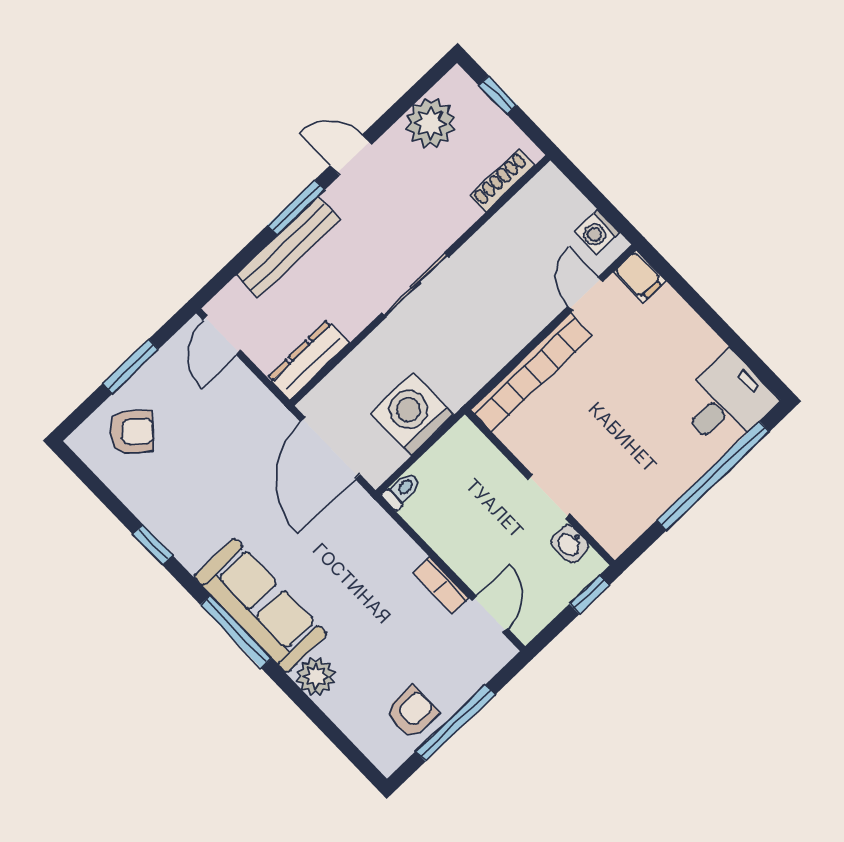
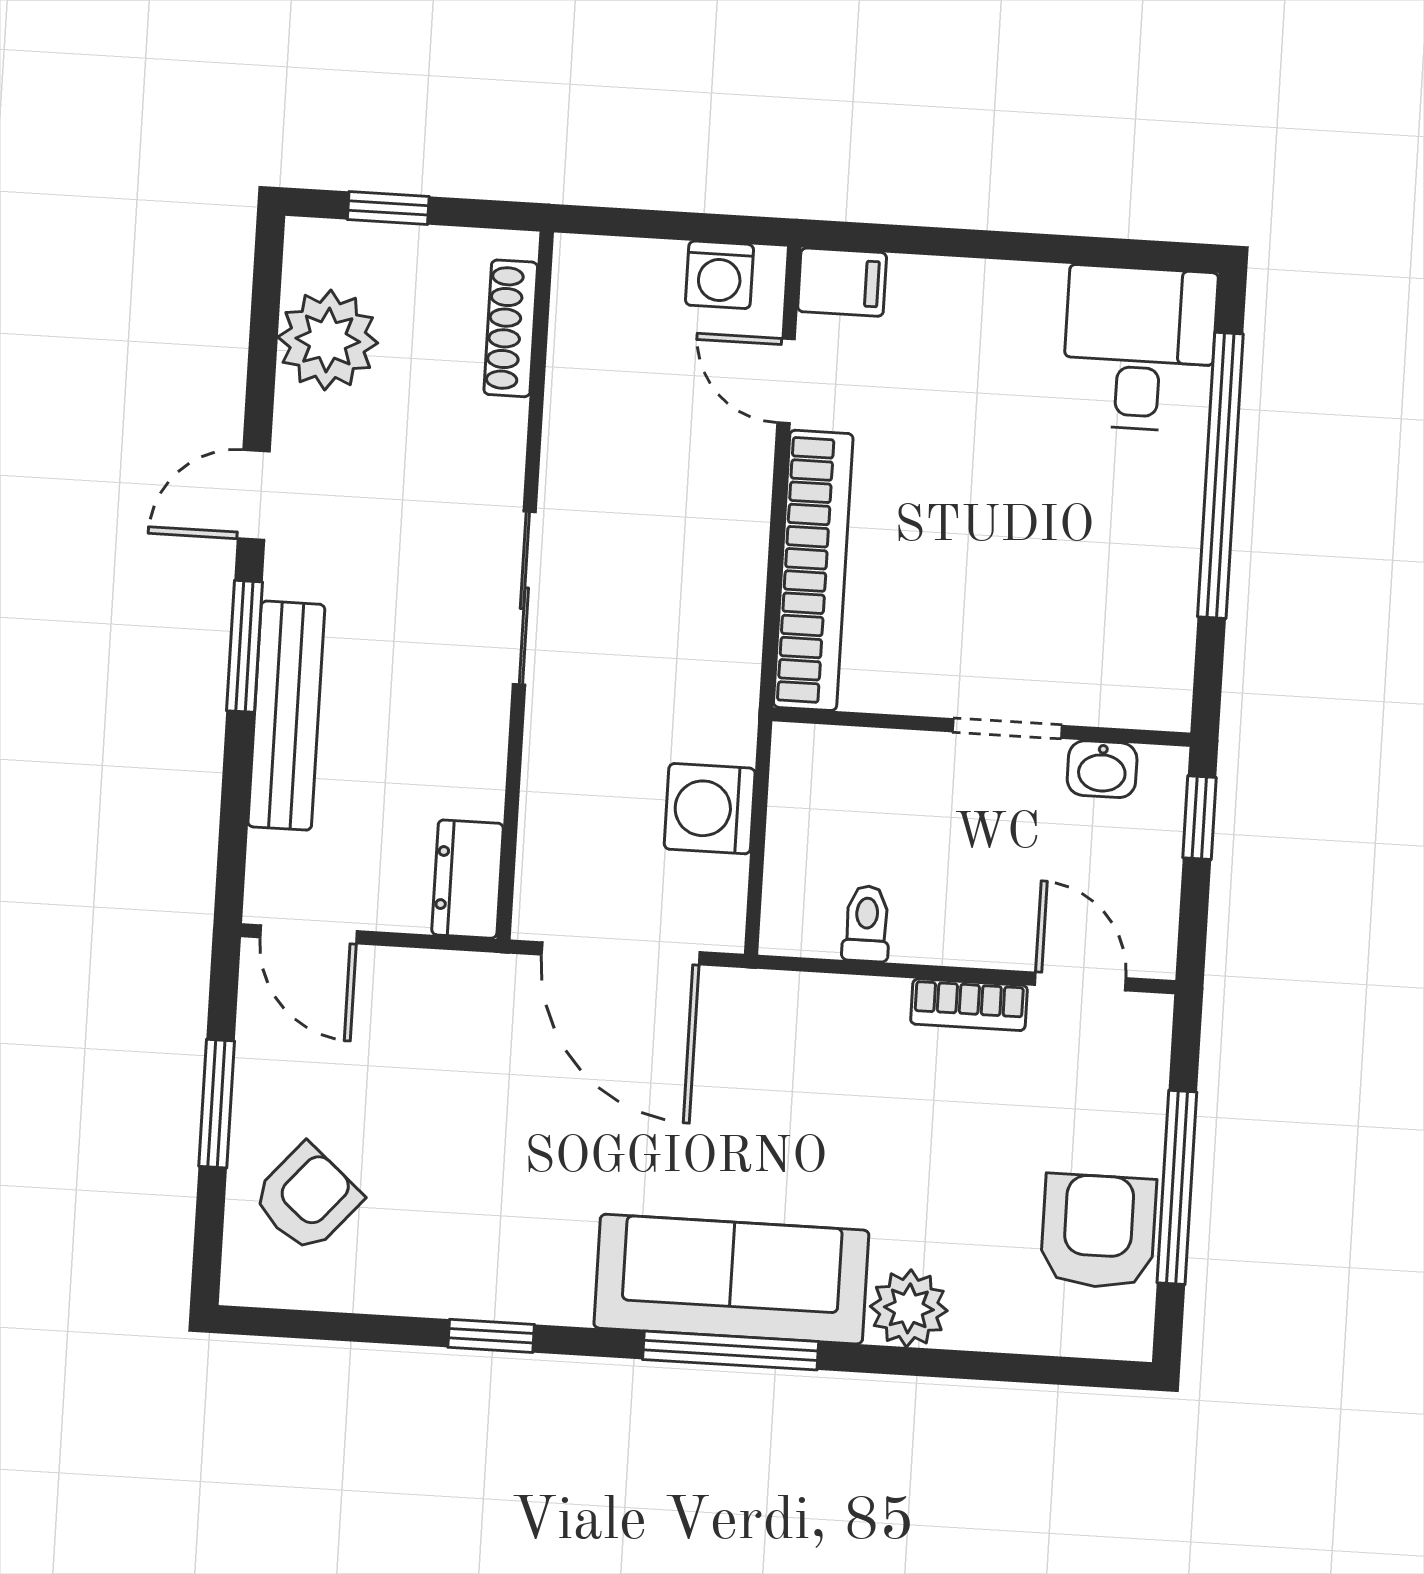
dresser: (308, 360) -> (468, 879), width x0.70
washing machine: (412, 414) -> (710, 809), width x0.73, depth x0.73
toilet: (402, 491) -> (867, 924), moved
armchair: (412, 712) -> (1098, 1231), width x1.38, depth x1.38

